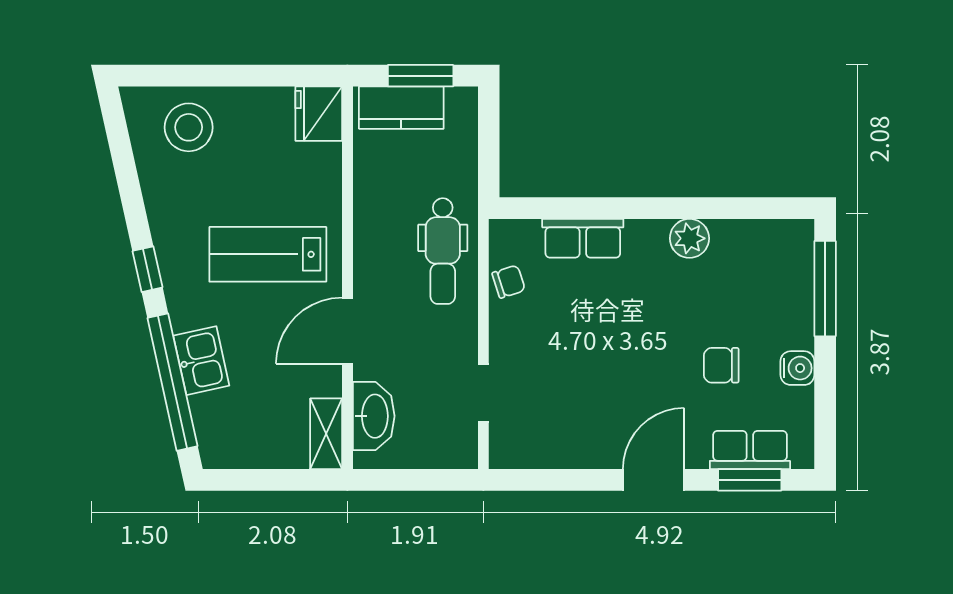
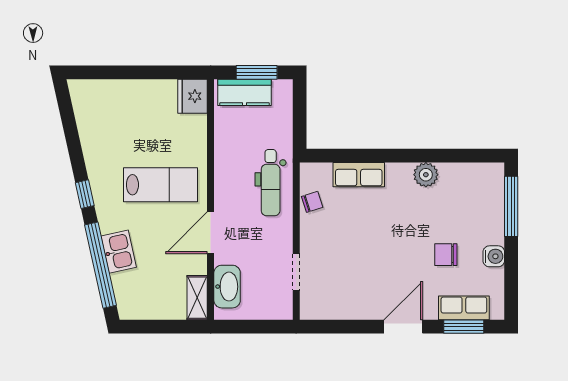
stool: (189, 127) -> (111, 105), removed
lab bench: (268, 254) -> (160, 185), turned 180

